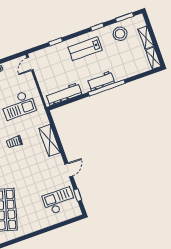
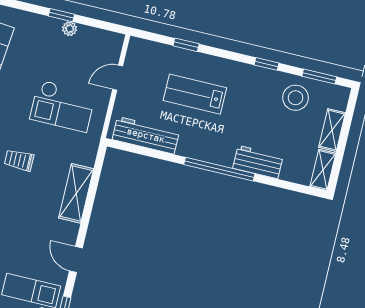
lab bench: (85, 49) -> (195, 94), moved
door: (30, 64) -> (118, 78), moved
workbench: (101, 81) -> (258, 162), moved
door: (69, 170) -> (76, 259), swing flipped

